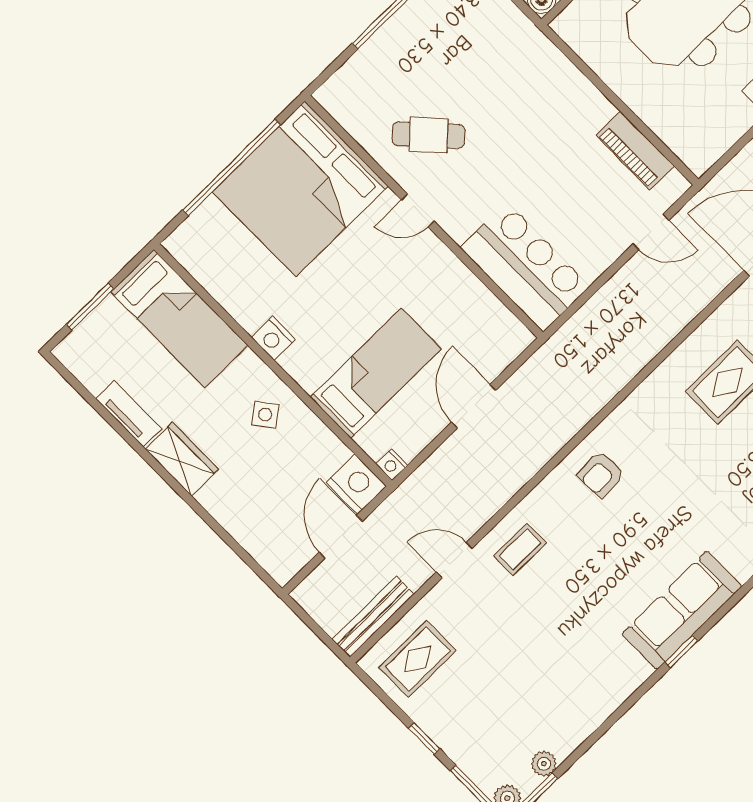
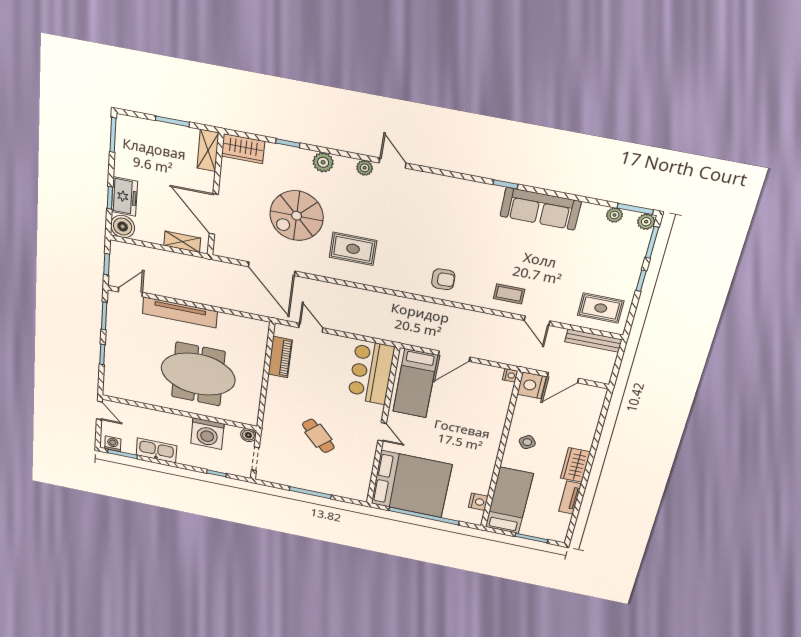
cafe table: (429, 135) -> (318, 436), moved
nightstand: (273, 338) -> (478, 502), moved
bed: (376, 373) -> (415, 383), moved, turned -90
sofa: (682, 610) -> (540, 209), moved

